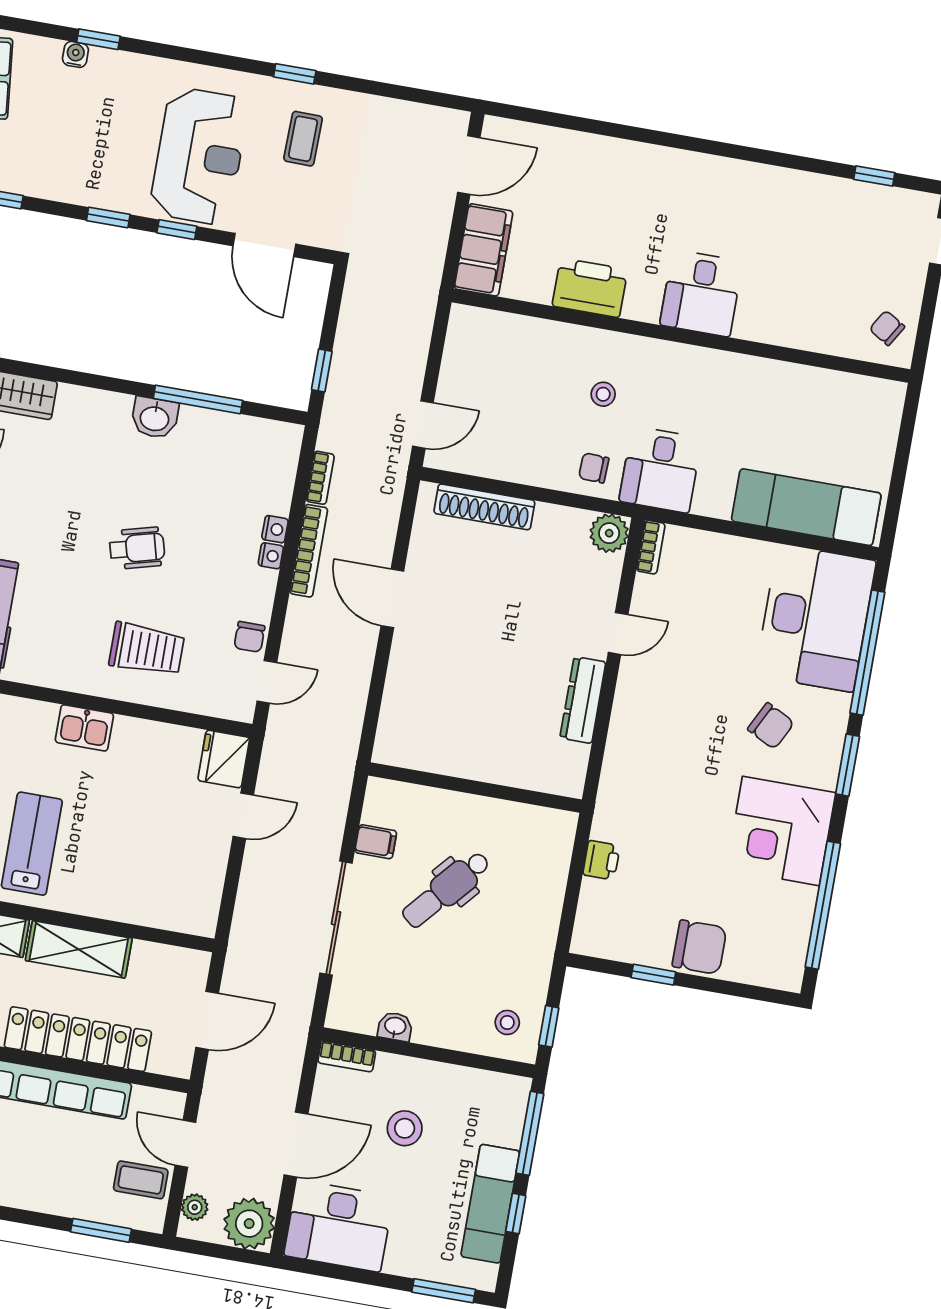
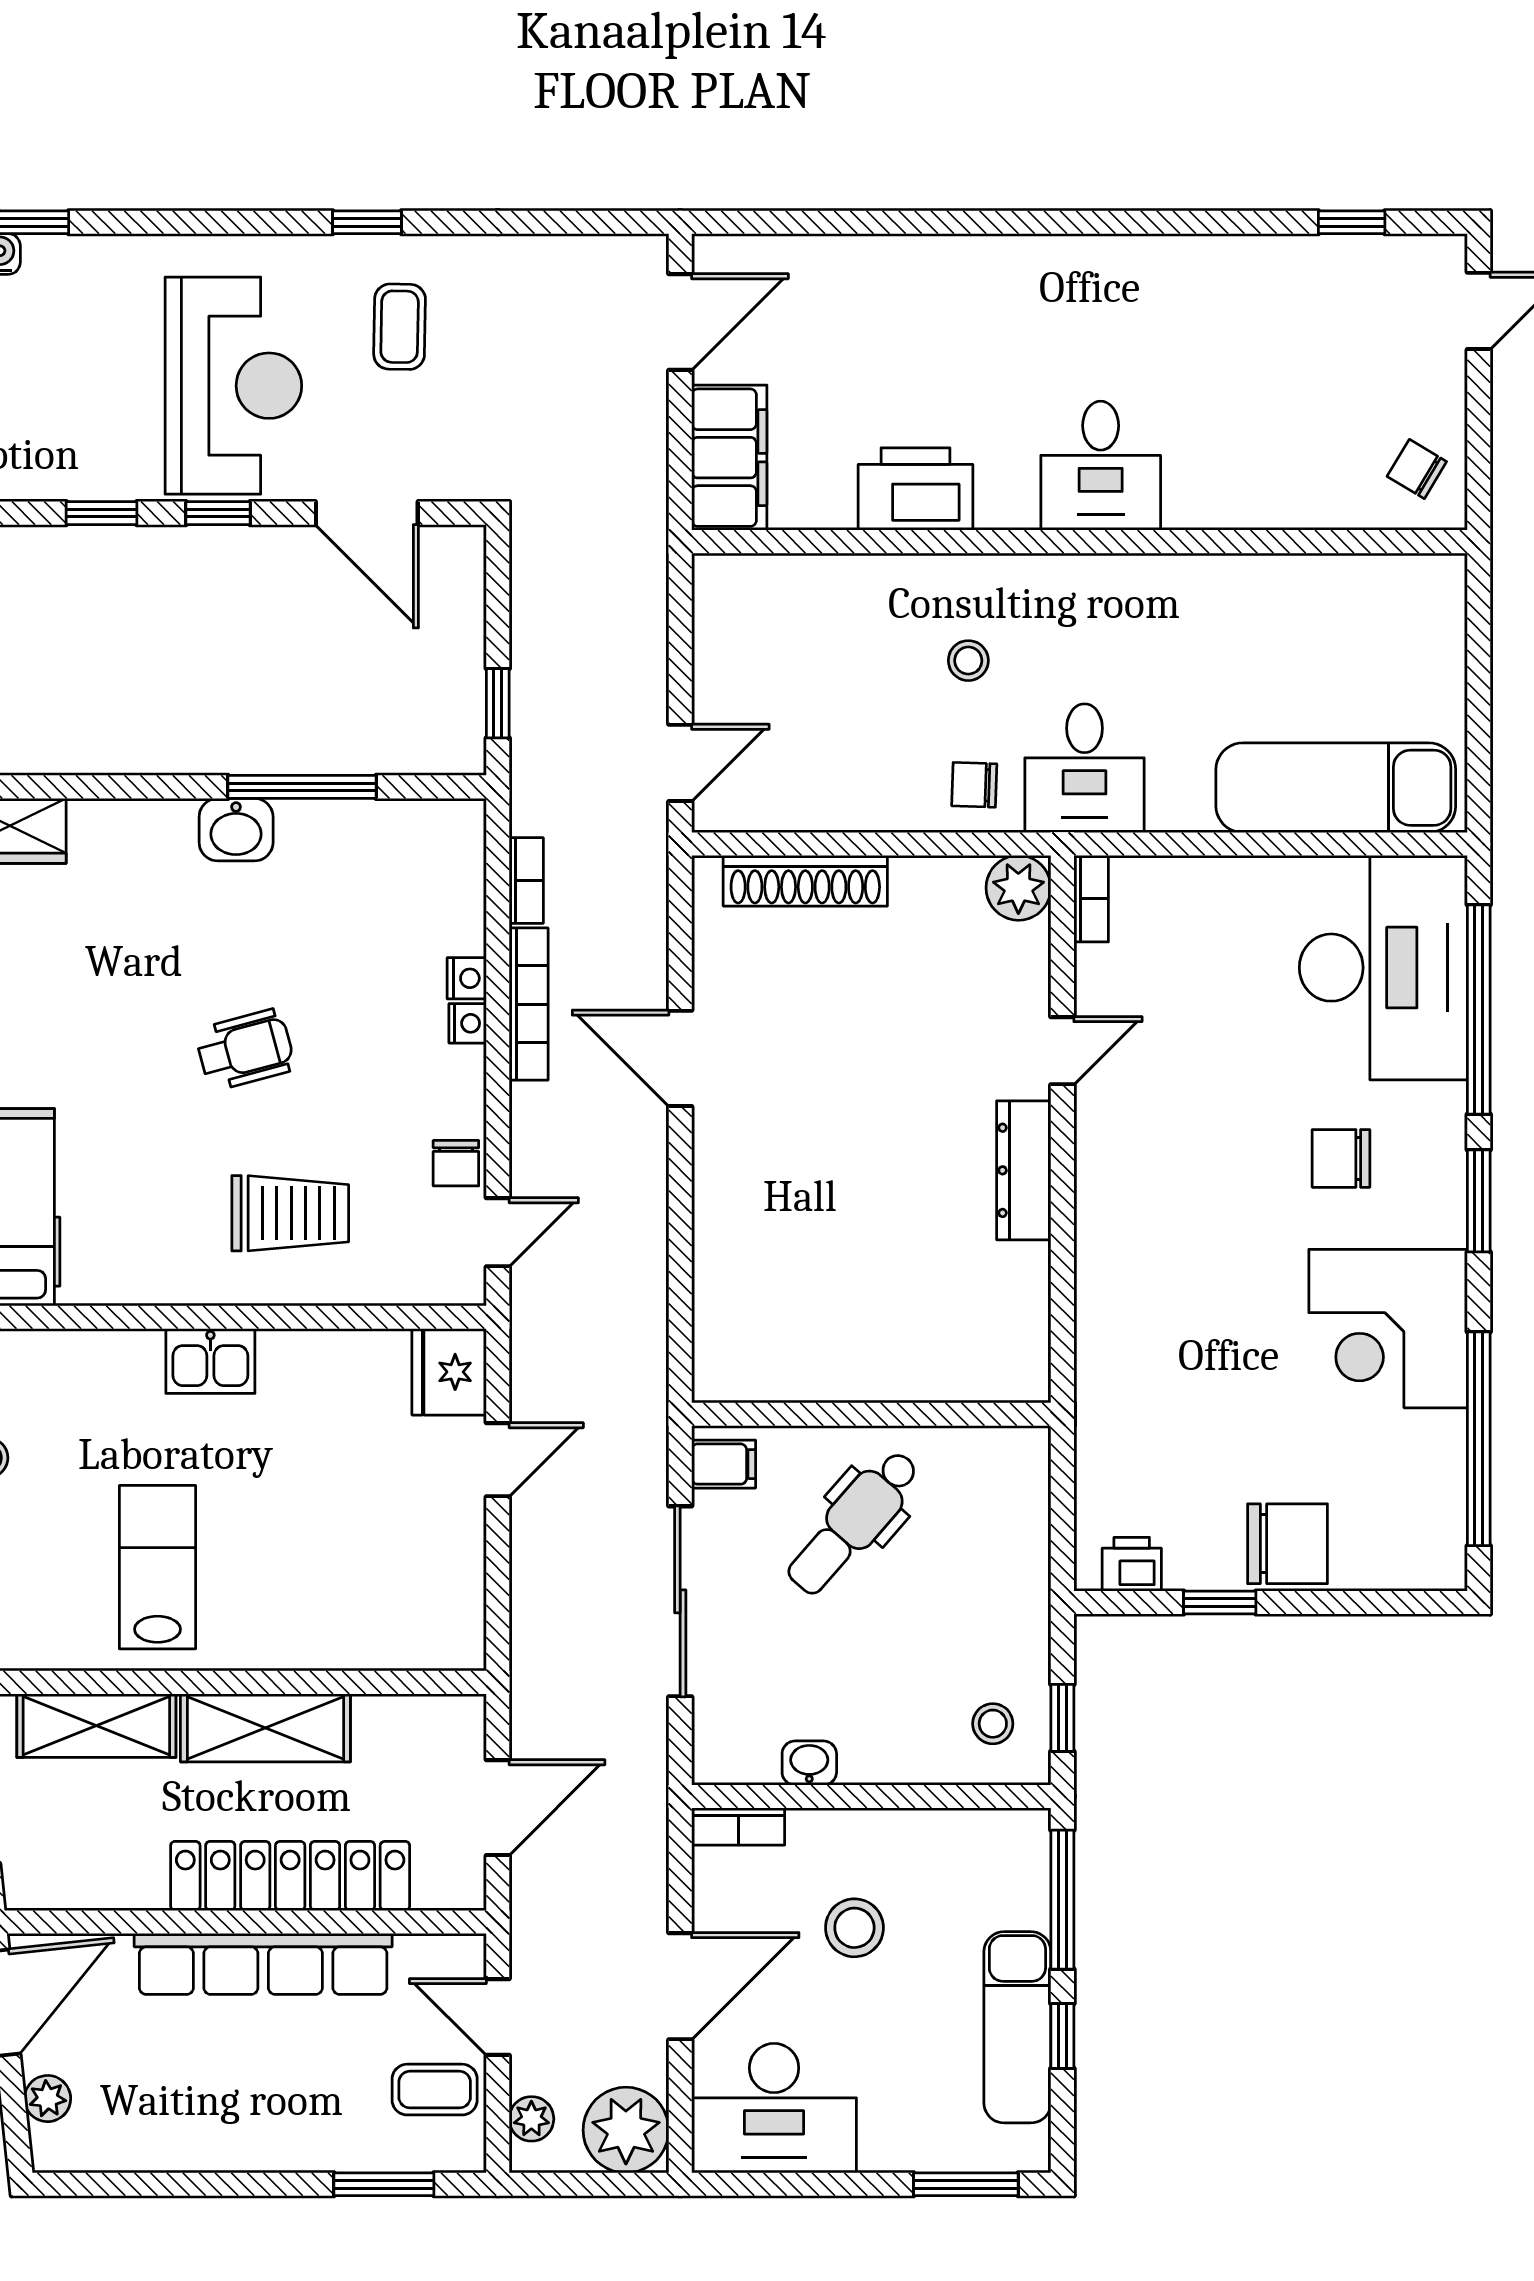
chair: (771, 726) -> (1341, 1158), turned 153
wall: (475, 787) -> (871, 1414), moved
printer: (601, 860) -> (1132, 1564), moved, turned -90

